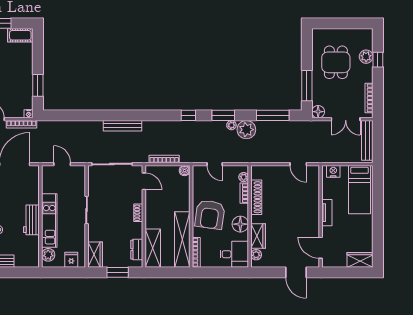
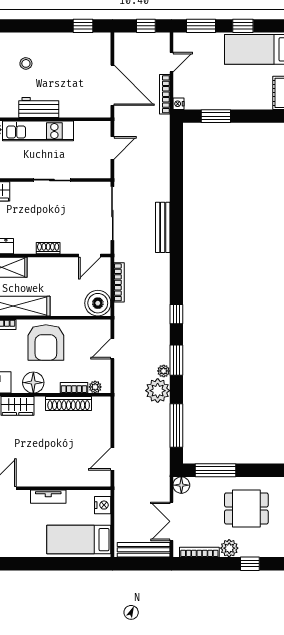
plant: (366, 57) -> (229, 548), moved
boiler: (185, 171) -> (98, 303), width x1.86, depth x1.86
armchair: (210, 214) -> (46, 342), turned -98

